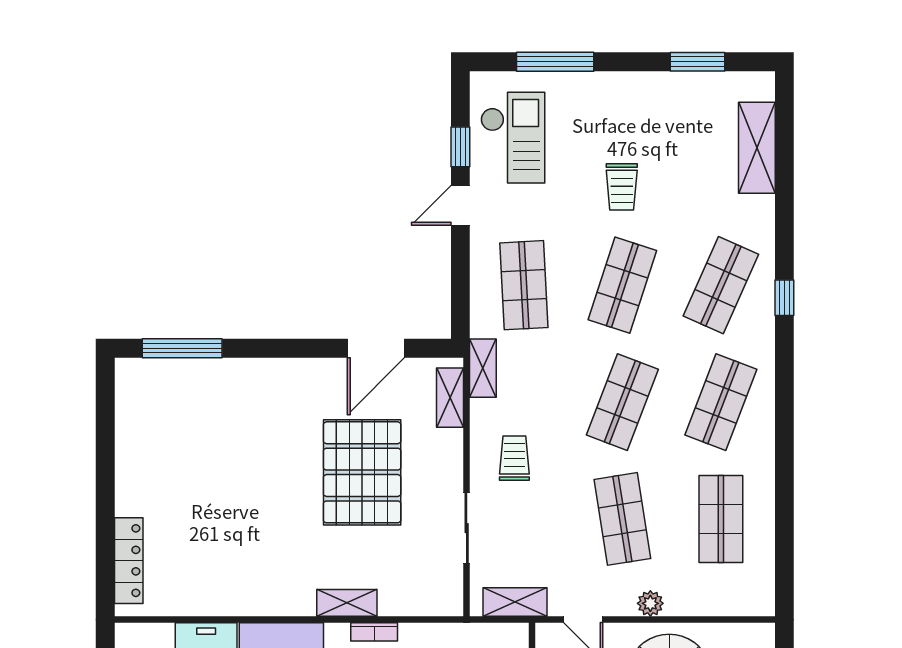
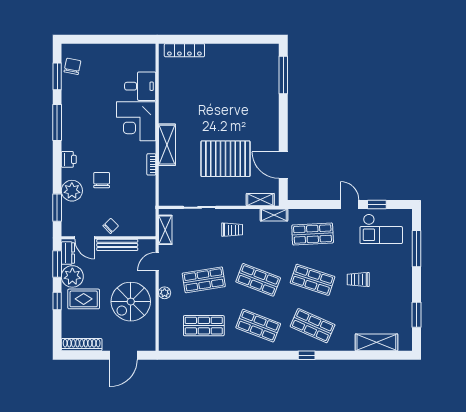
shelving: (347, 603) -> (167, 145), width x1.50, depth x1.33

